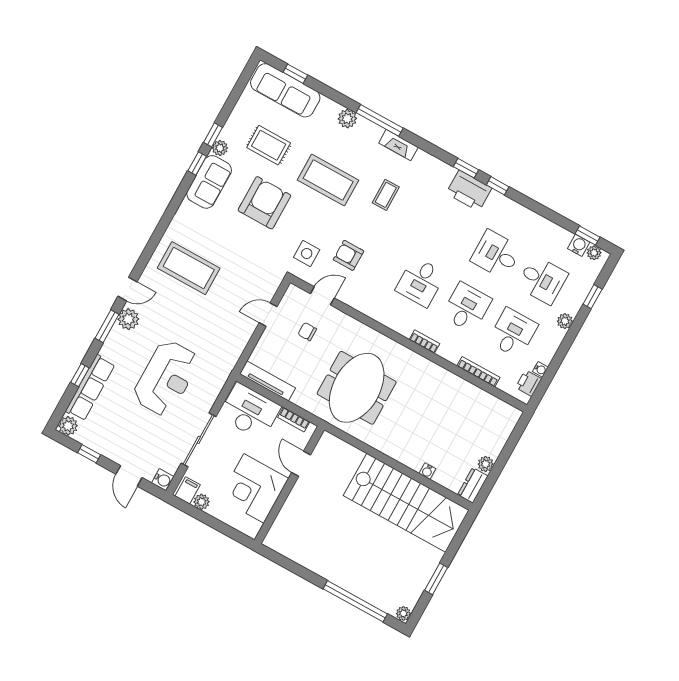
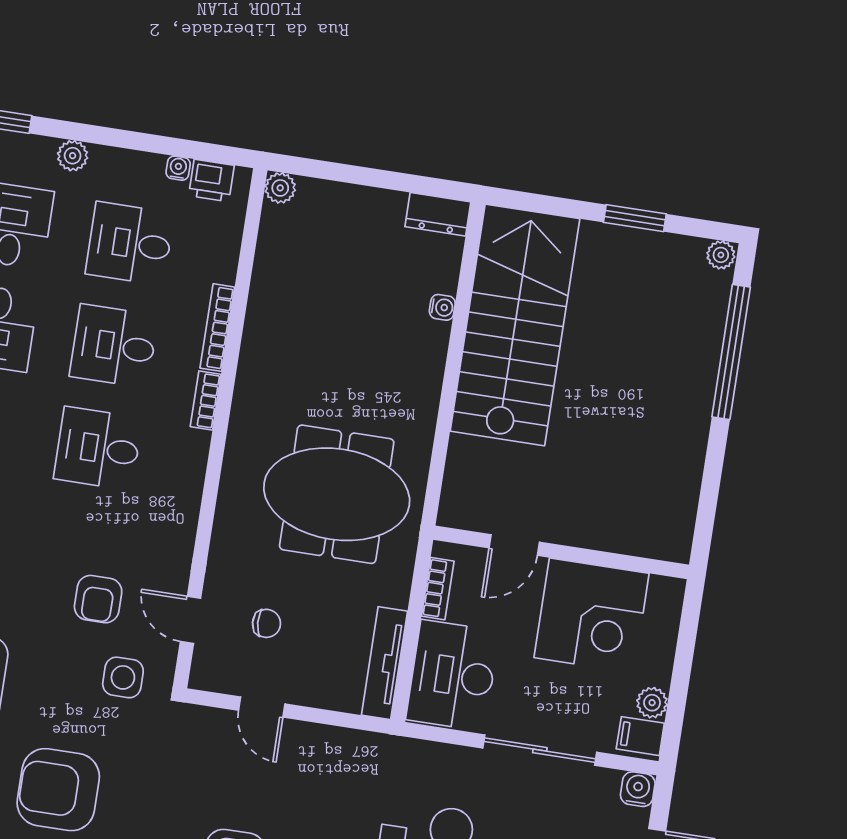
desk: (420, 282) -> (98, 448), turned 180
chair: (307, 332) -> (266, 623), turned -94
bookcase: (478, 372) -> (217, 328), moved
plant: (486, 464) -> (280, 188), moved

